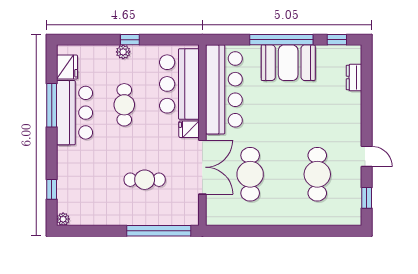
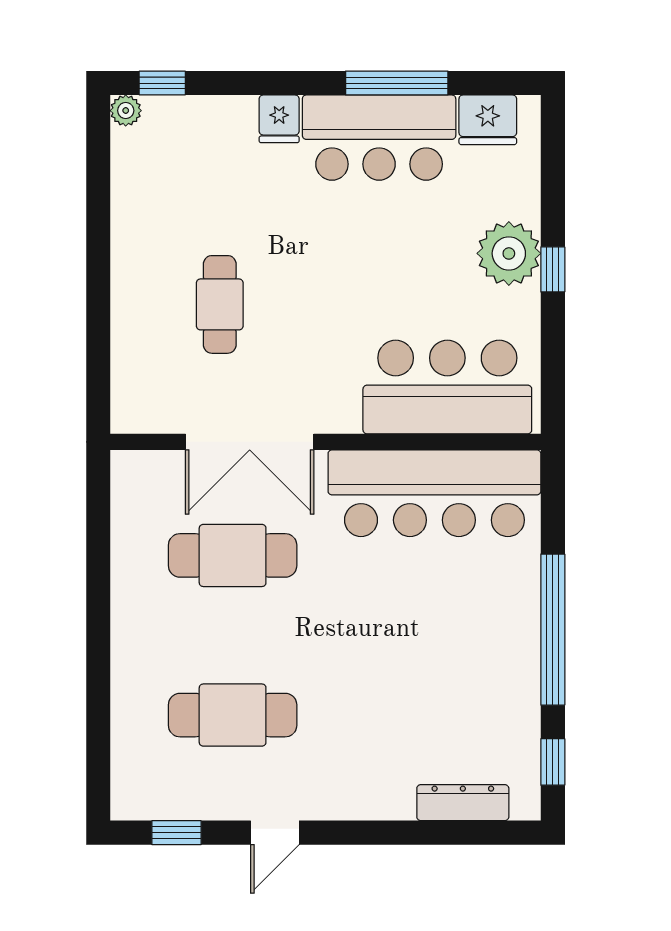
plant: (123, 52) -> (509, 253), width x1.87, depth x1.87
booth: (288, 63) -> (498, 646), removed
dresser: (354, 77) -> (463, 803), width x1.44
cafe table: (124, 105) -> (398, 256), removed
fridge: (189, 129) -> (279, 119), moved, turned 180
window: (52, 189) -> (162, 83), moved
window: (159, 231) -> (98, 338), removed

